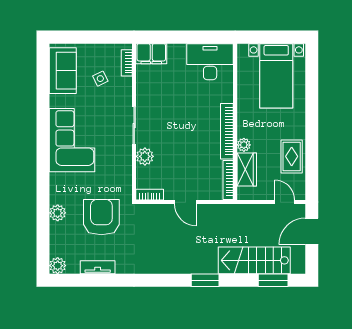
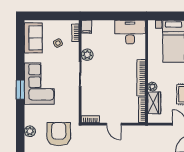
filing cabinet: (151, 54) -> (86, 27), width x0.50
window: (43, 149) -> (20, 90), added
plant: (145, 156) -> (87, 55), moved

